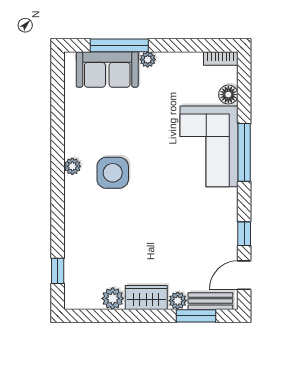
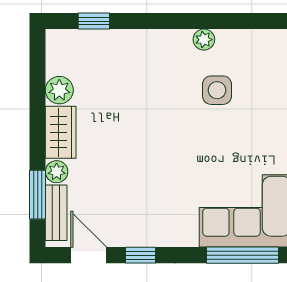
plant: (72, 166) -> (204, 40), moved
side table: (113, 173) -> (217, 90), width x0.73, depth x0.73

